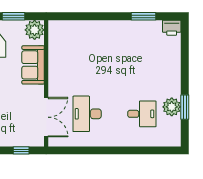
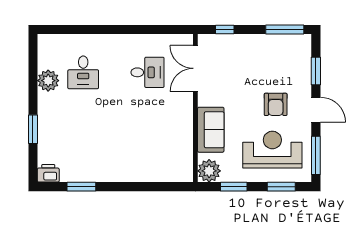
window: (185, 107) -> (33, 129), moved
desk: (87, 114) -> (148, 72), width x0.73
desk: (142, 114) -> (83, 72), turned -90

